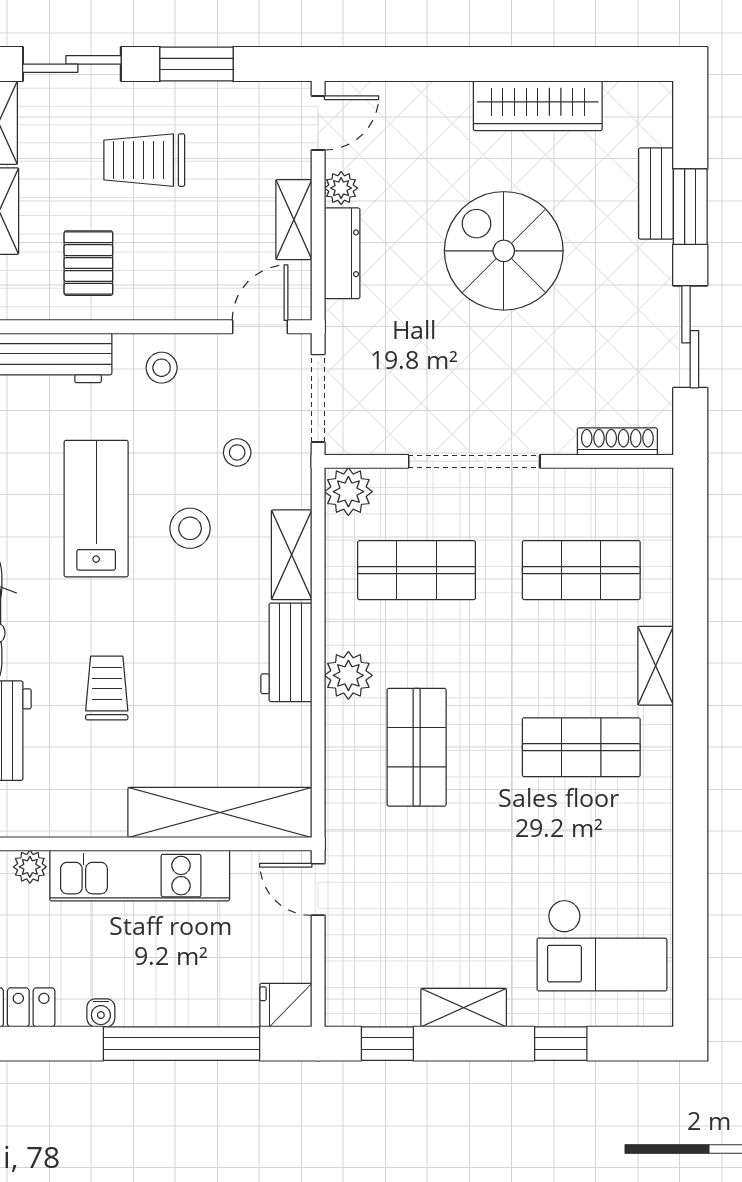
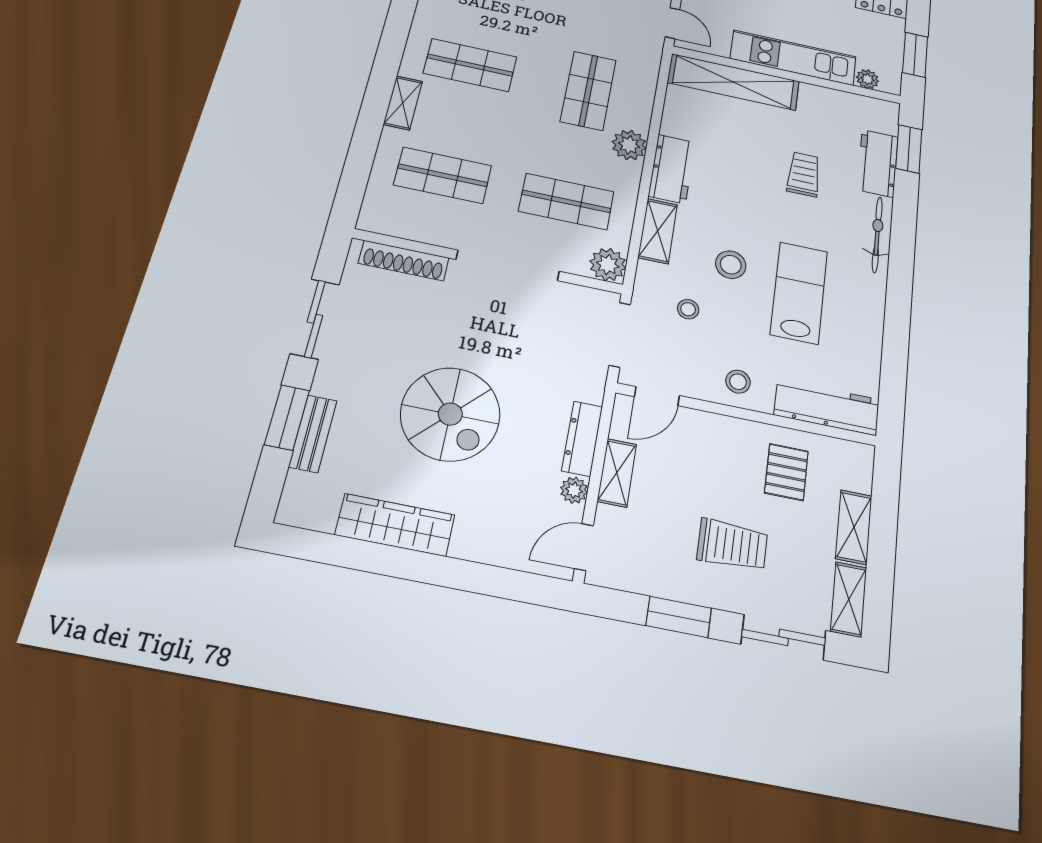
shoe rack: (617, 441) -> (404, 261), width x1.36, depth x1.24
lab bench: (96, 509) -> (799, 293), turned 180
trolley: (107, 688) -> (804, 174), turned 180

